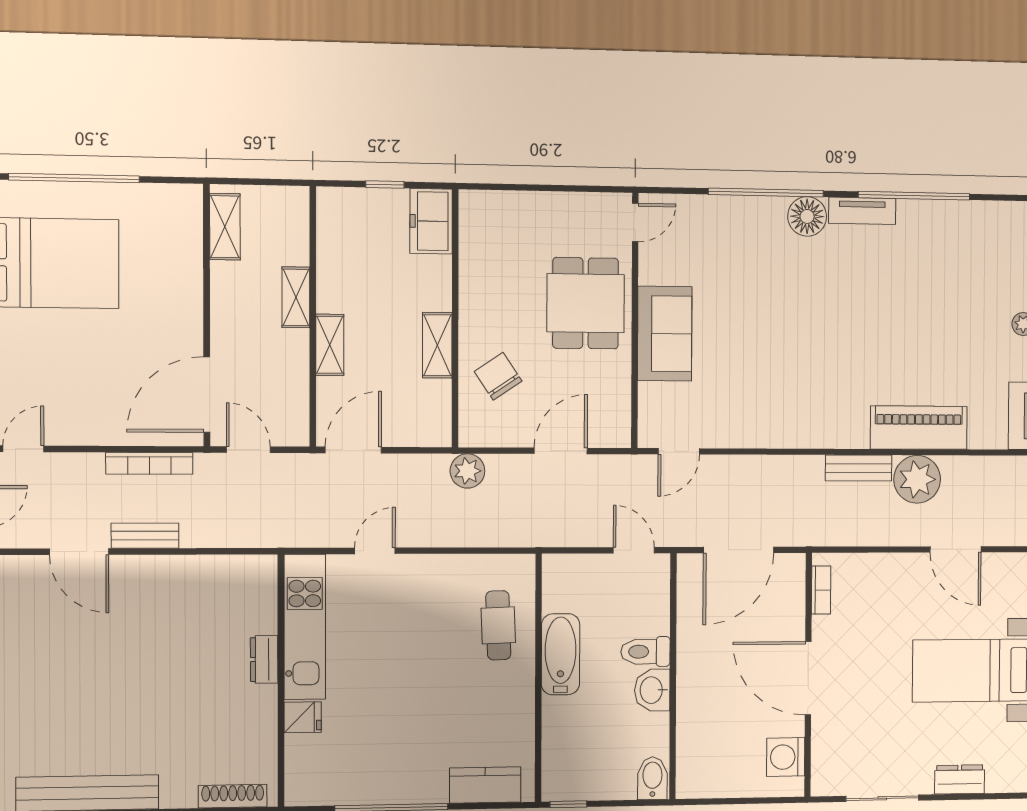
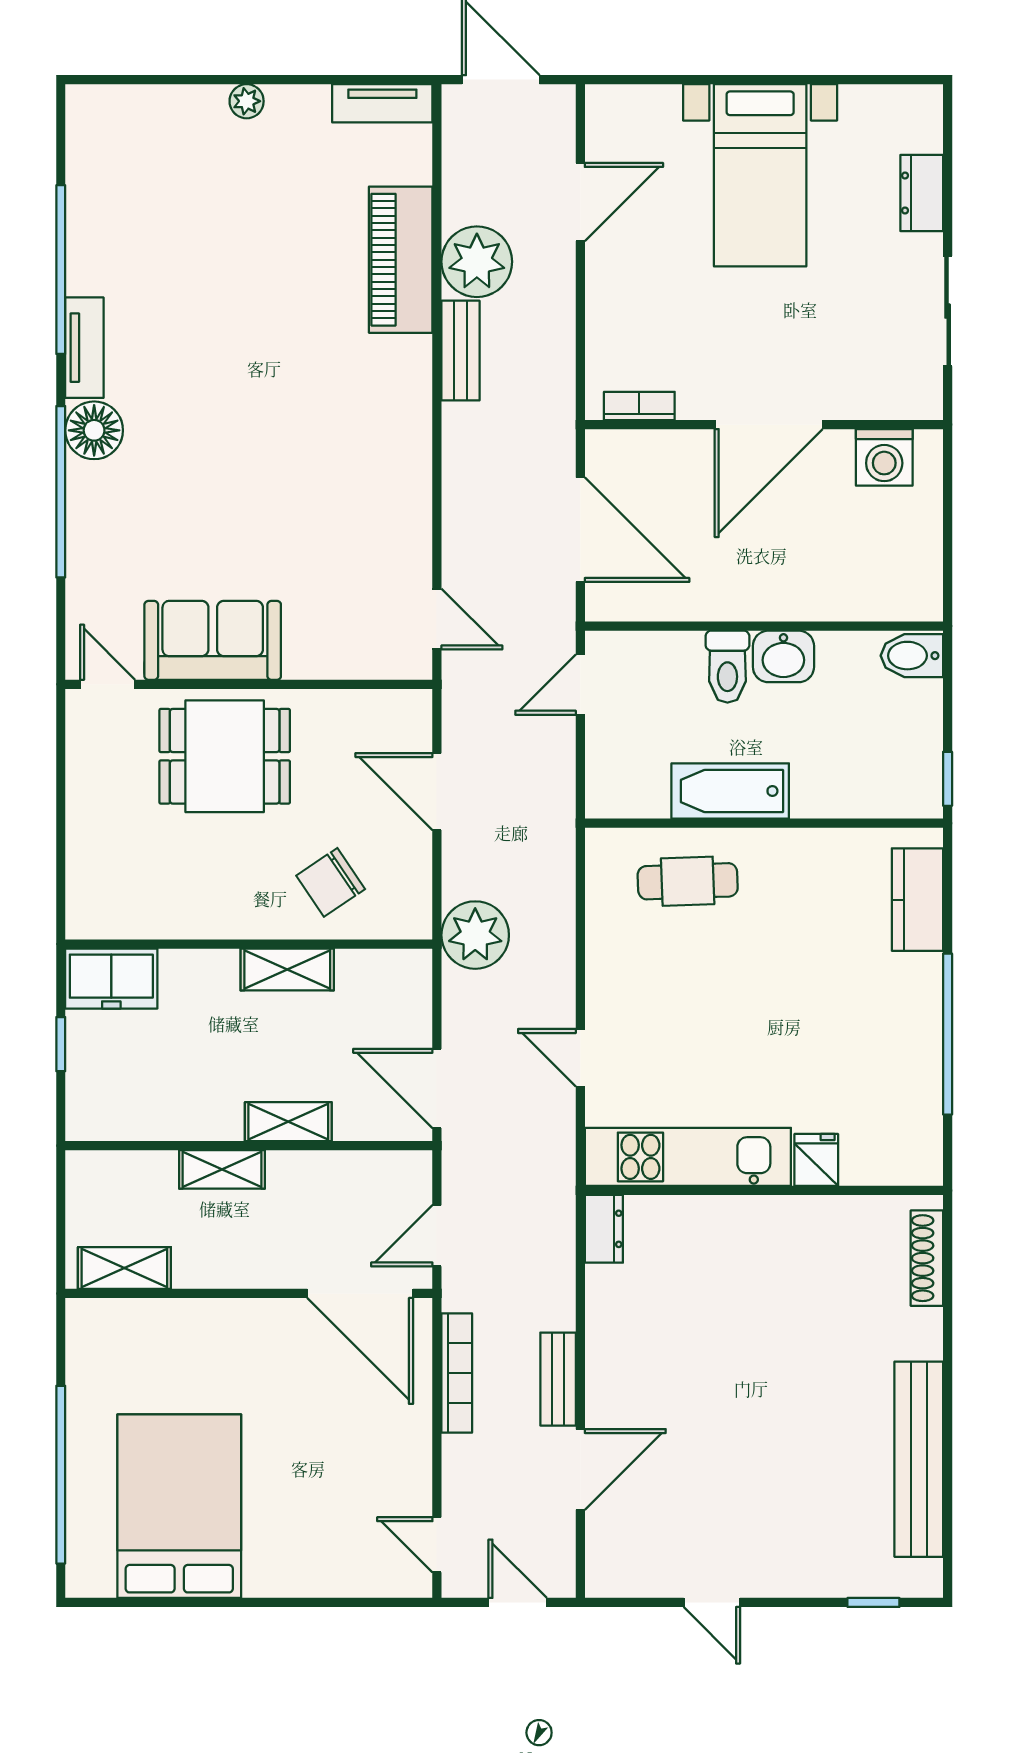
sofa: (665, 334) -> (213, 640), moved
plant: (467, 471) -> (475, 935), width x1.36, depth x1.36
dresser: (264, 659) -> (604, 1229), moved, turned -90

